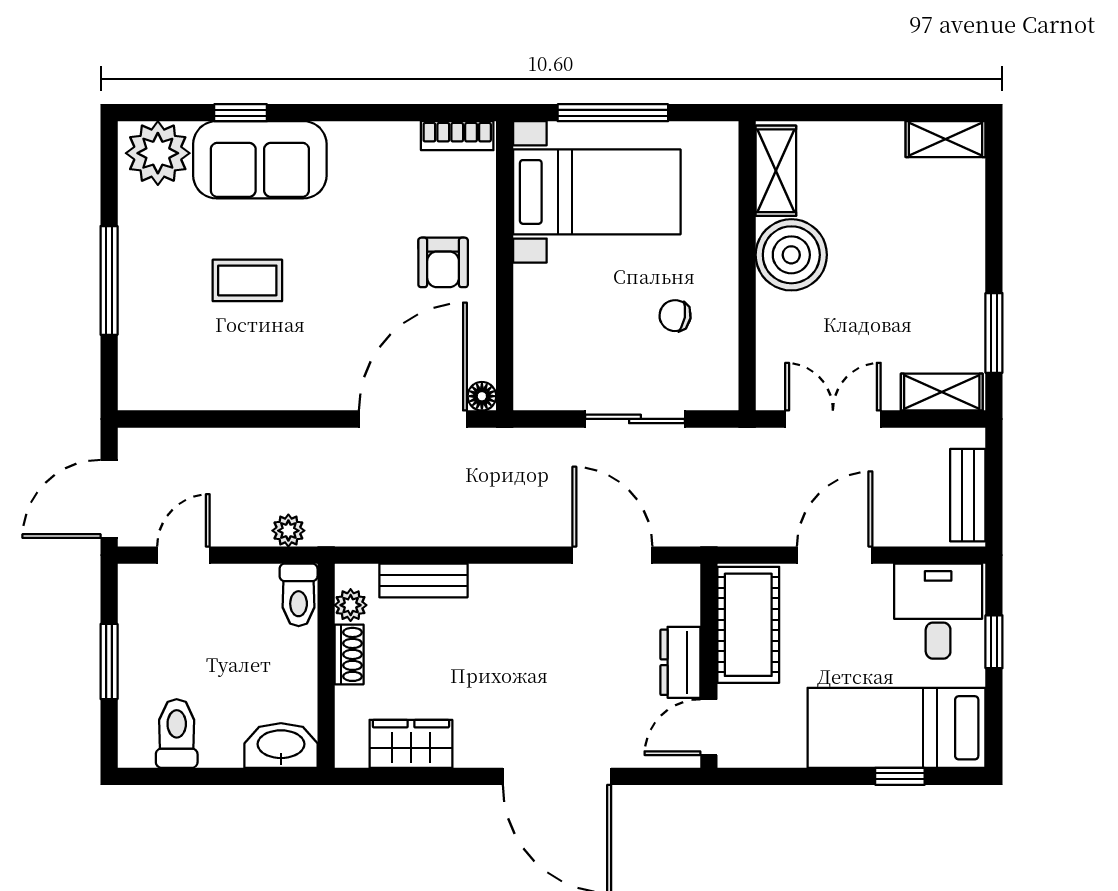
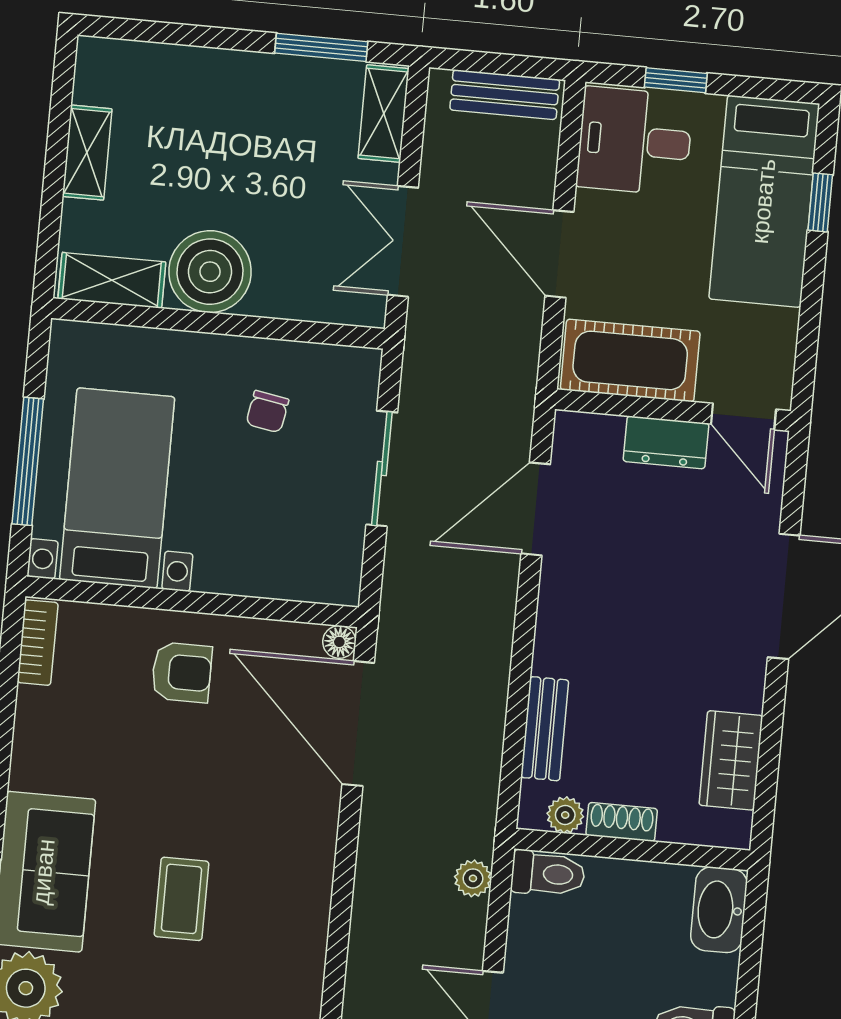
shelving: (945, 139) -> (87, 153), moved

